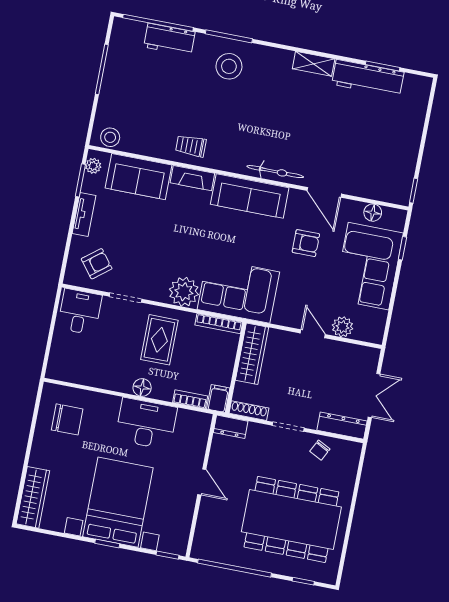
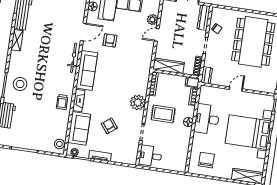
armchair: (97, 264) -> (109, 126), moved
corner sofa: (238, 291) -> (136, 74), removed

